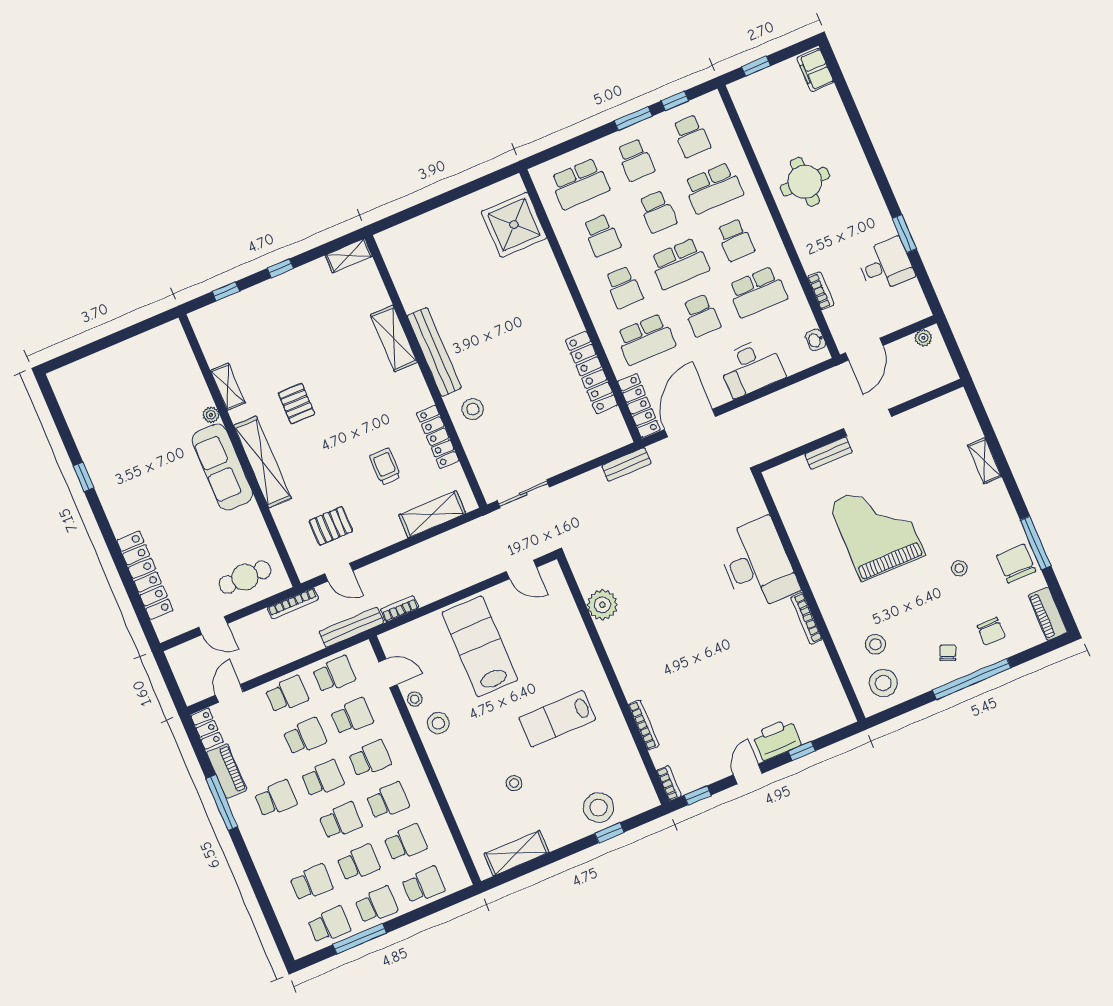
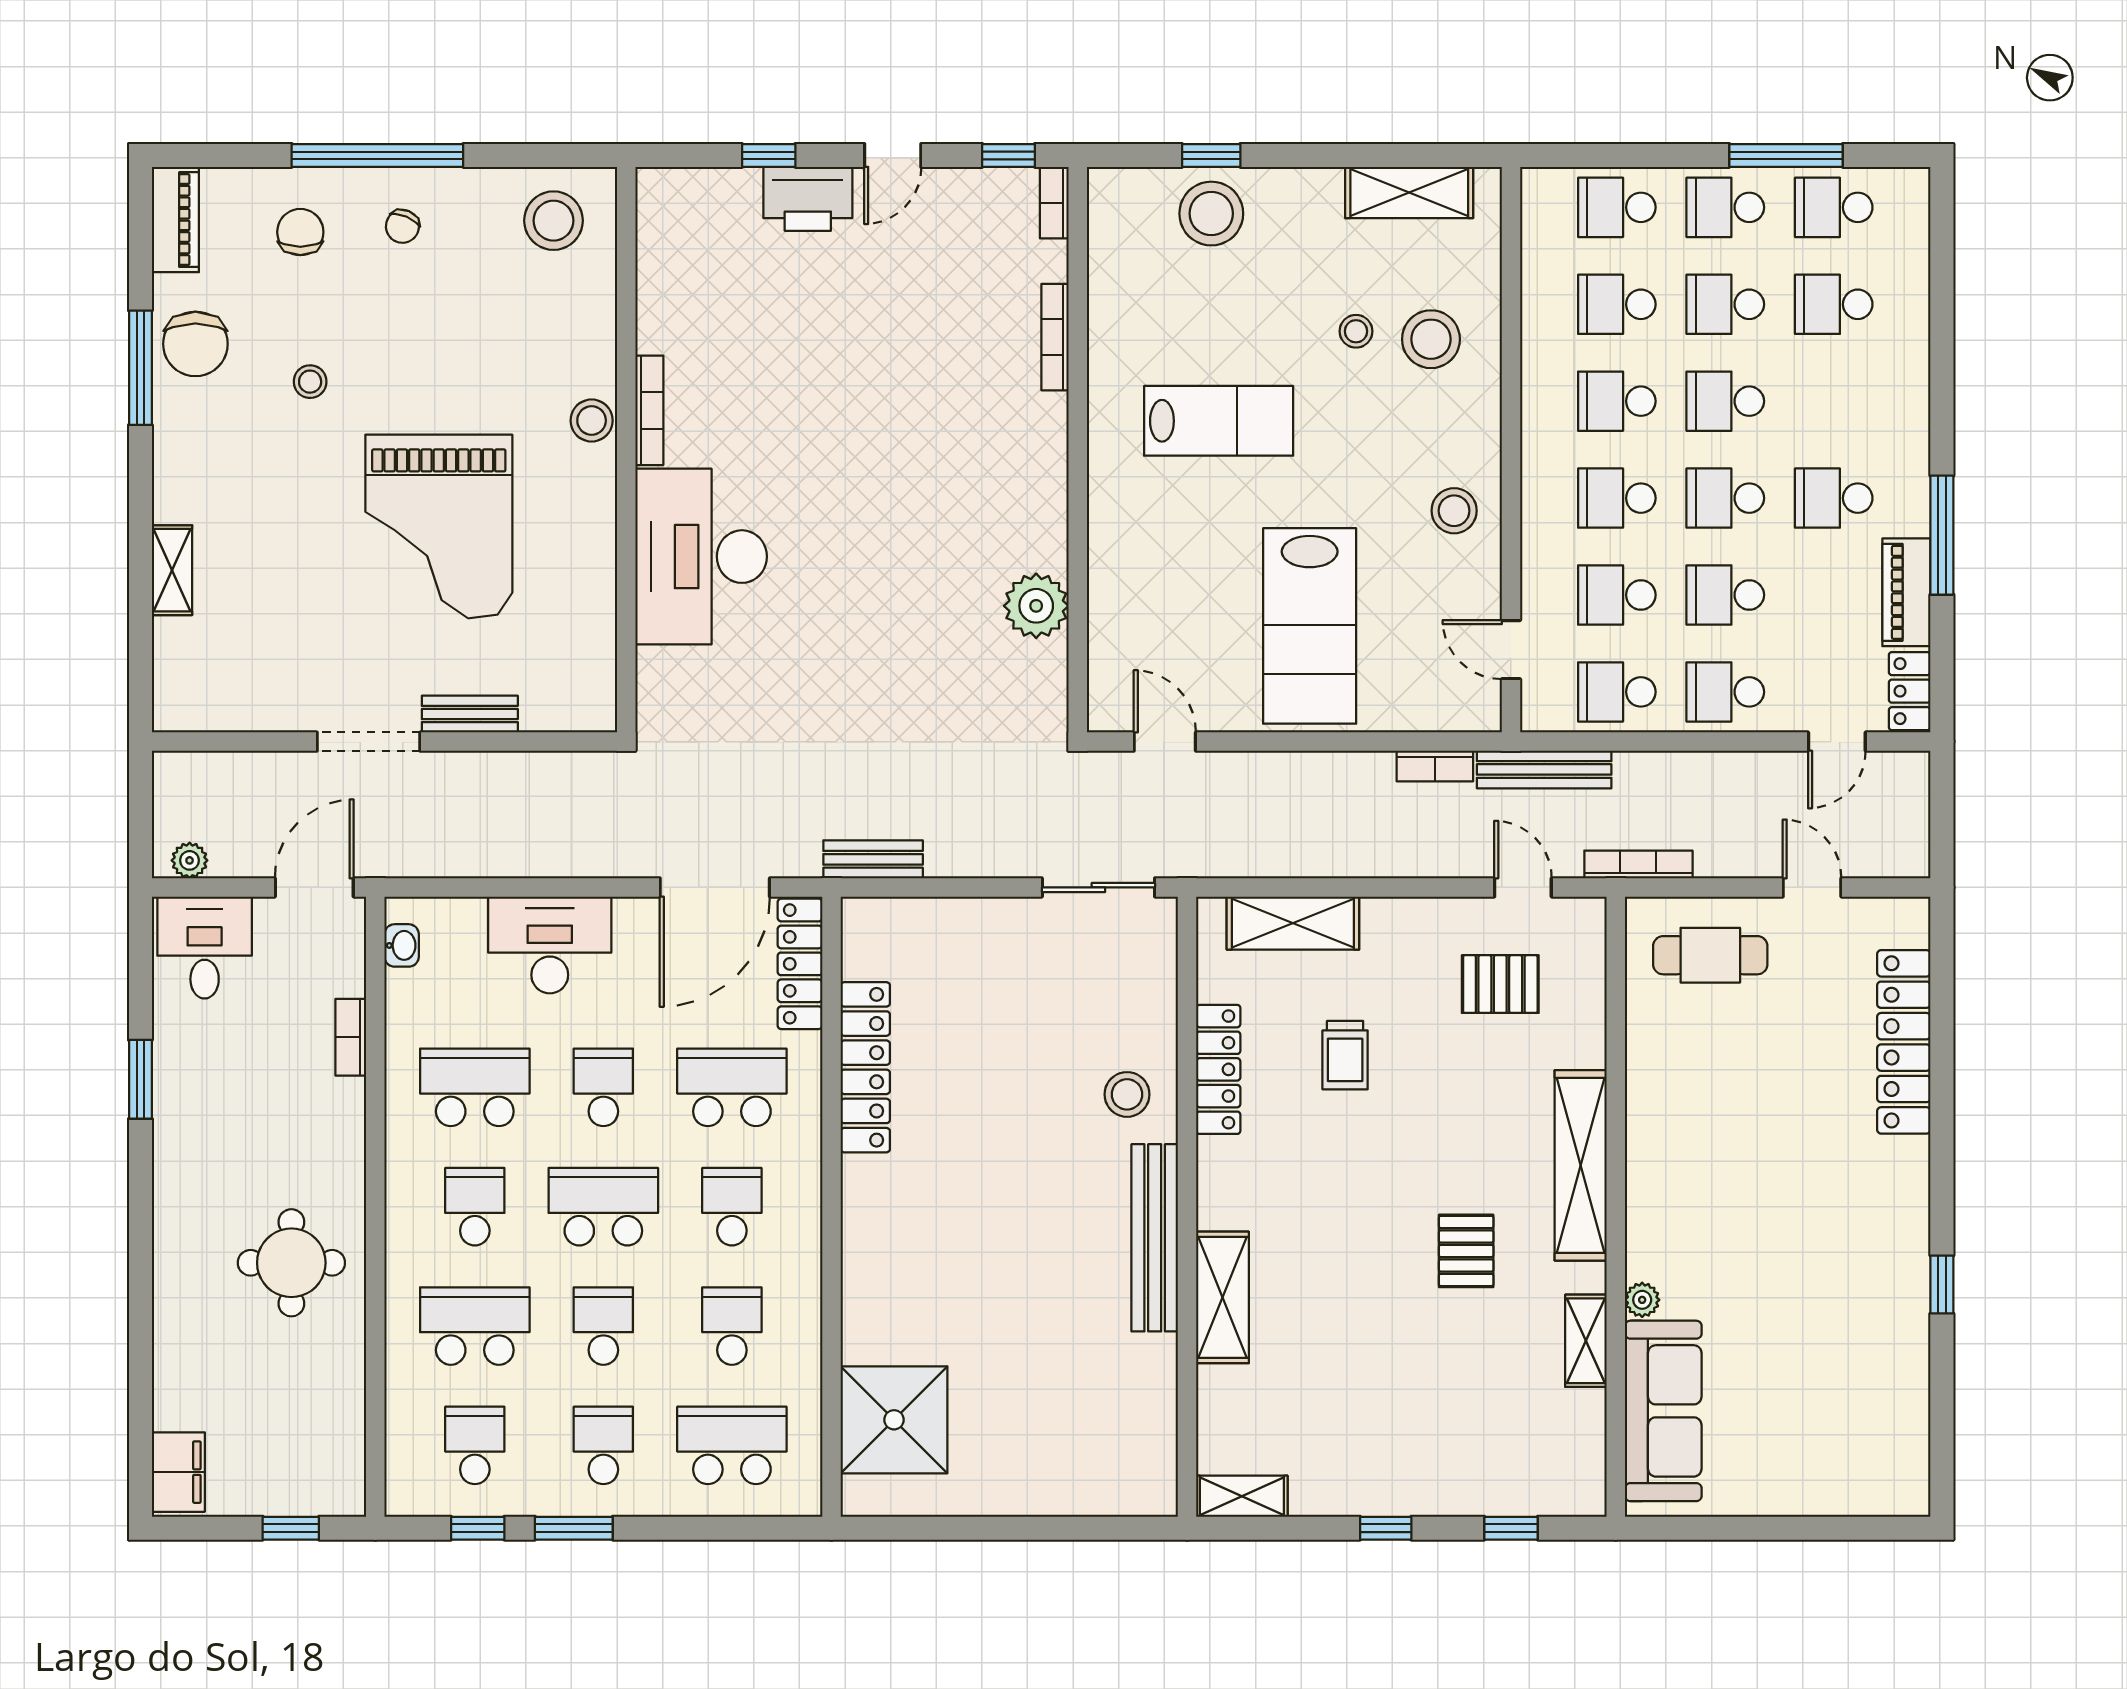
desk: (886, 265) -> (205, 948), moved, turned 90
sofa: (222, 467) -> (1663, 1411), moved
stool: (875, 644) -> (592, 421), moved
stool: (415, 699) -> (1431, 339), moved, width x1.89, depth x1.89

